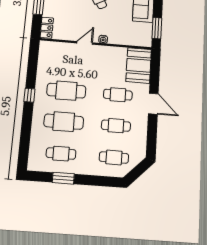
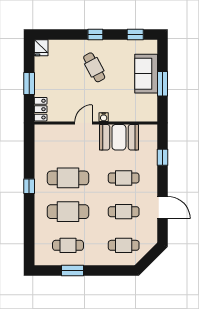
window: (157, 28) -> (163, 84), moved
booth: (139, 65) -> (119, 137), moved, turned 90
window: (154, 79) -> (163, 157), added
door: (153, 104) -> (163, 208), moved

